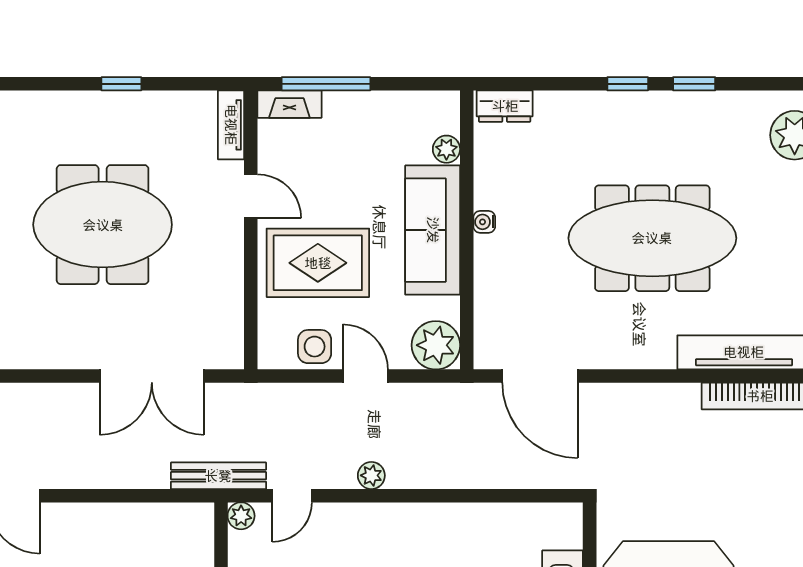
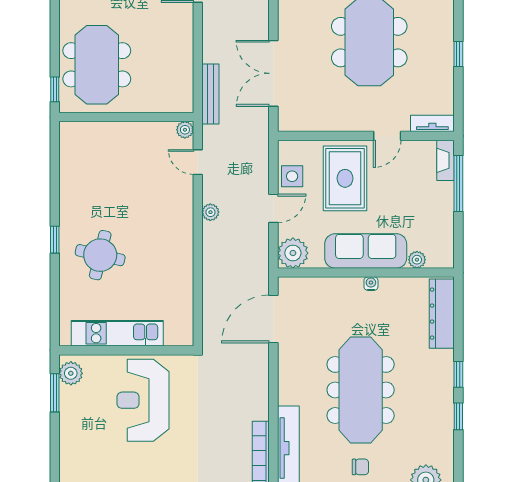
dresser: (505, 106) -> (442, 314), width x1.96, depth x1.24
chair: (774, 239) -> (360, 467), added
bench: (218, 476) -> (210, 94), moved

